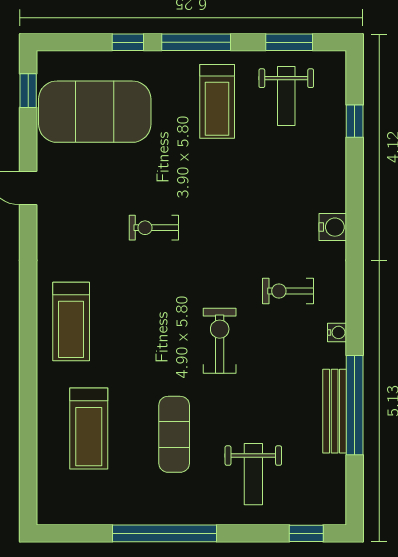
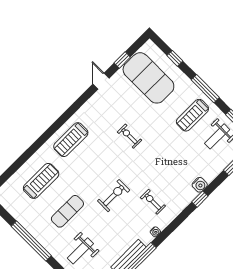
window: (128, 42) -> (175, 58), moved
window: (28, 91) -> (122, 60), moved
window: (355, 216) -> (200, 199), added
water cooler: (333, 227) -> (200, 185), moved
treadmill: (89, 428) -> (41, 181), turned 180

